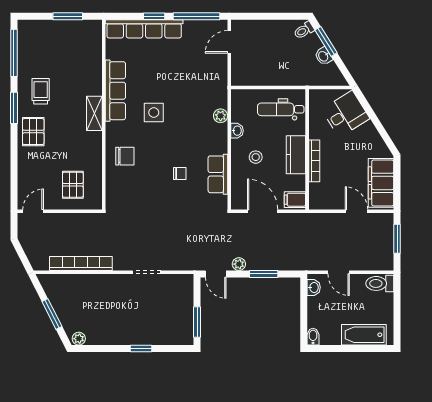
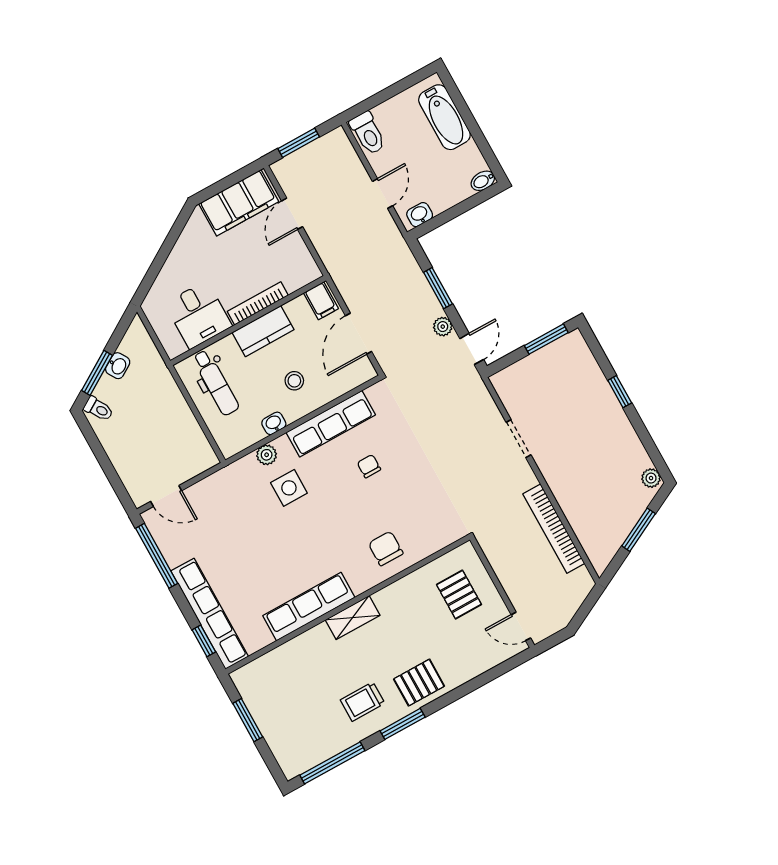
window: (154, 16) -> (204, 641), moved
side table: (154, 113) -> (289, 488), moved
desk: (346, 114) -> (198, 315), moved, turned -148
row of seats: (218, 174) -> (331, 424), width x1.48
pallet: (73, 185) -> (459, 595), turned 90

